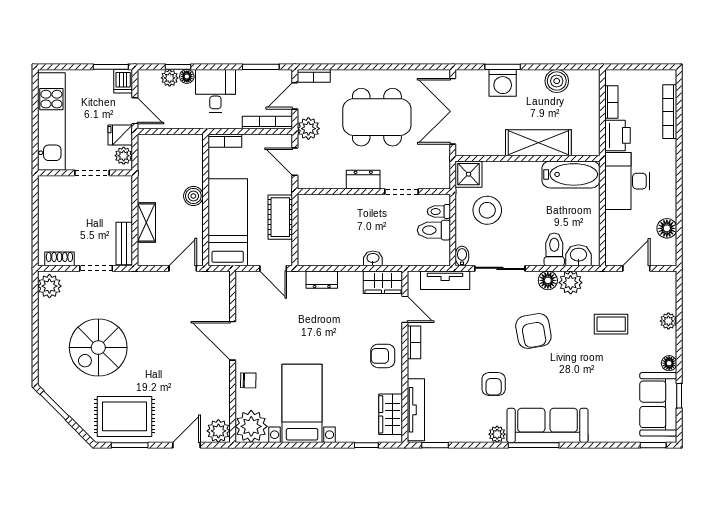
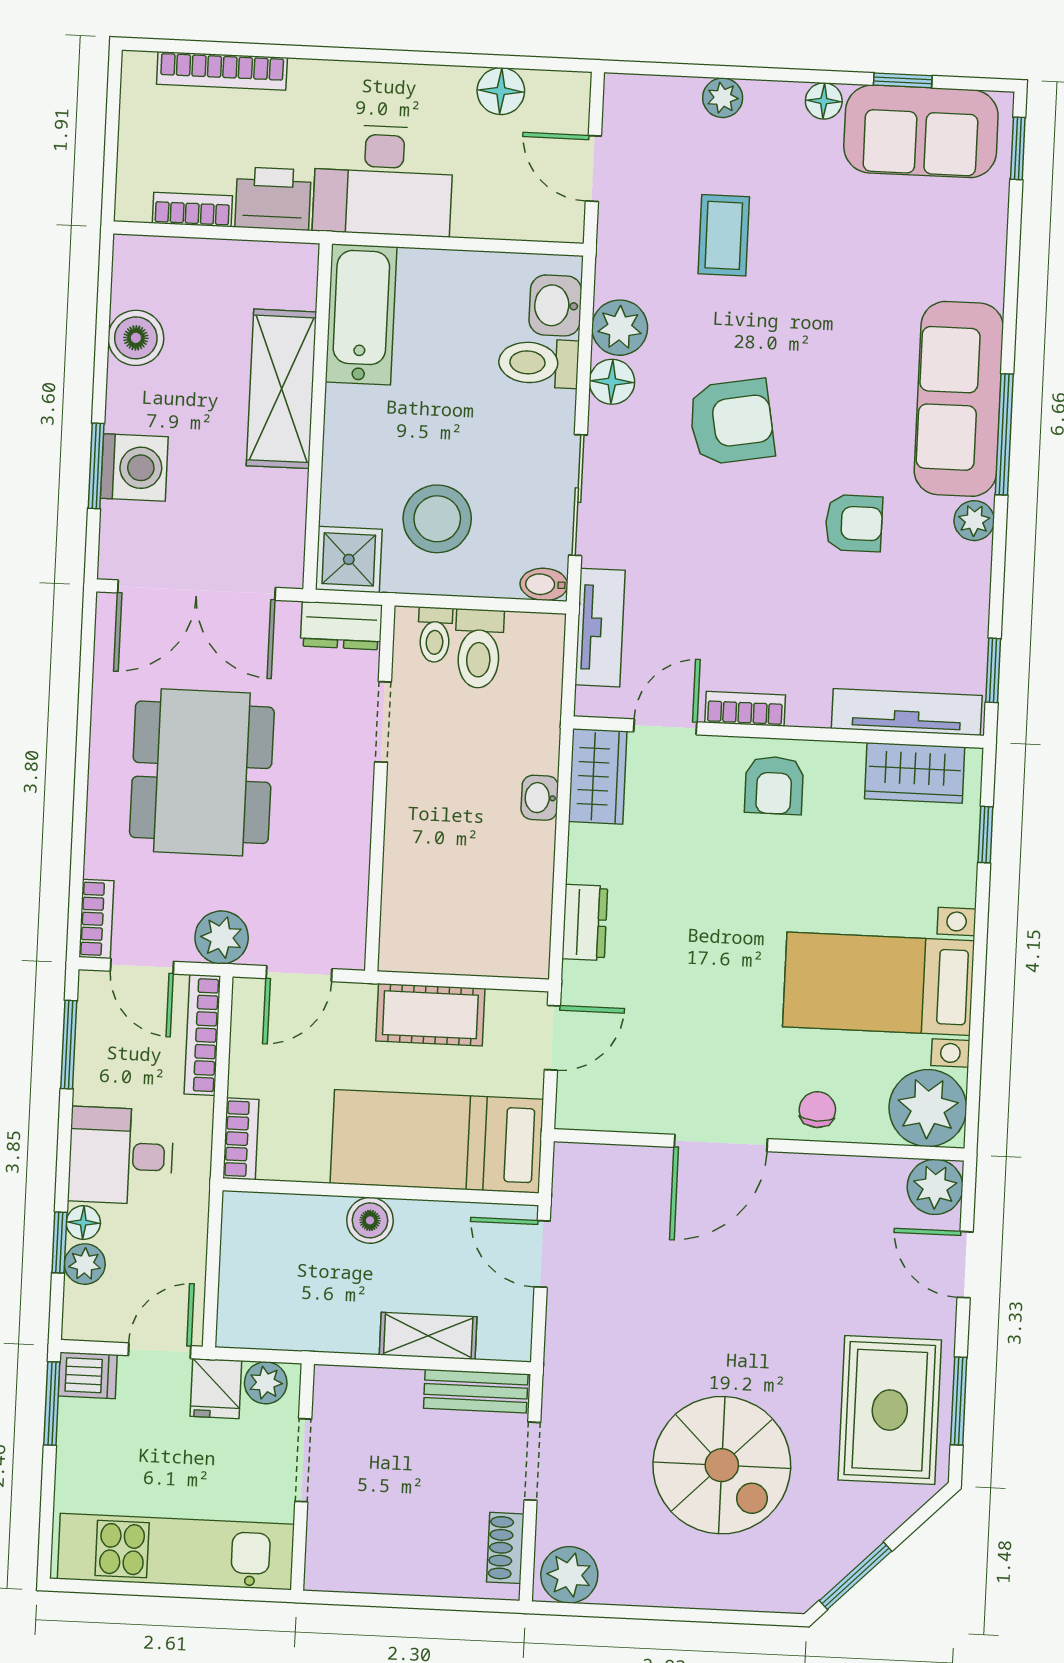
dresser: (363, 180) -> (341, 626), moved, turned -90

